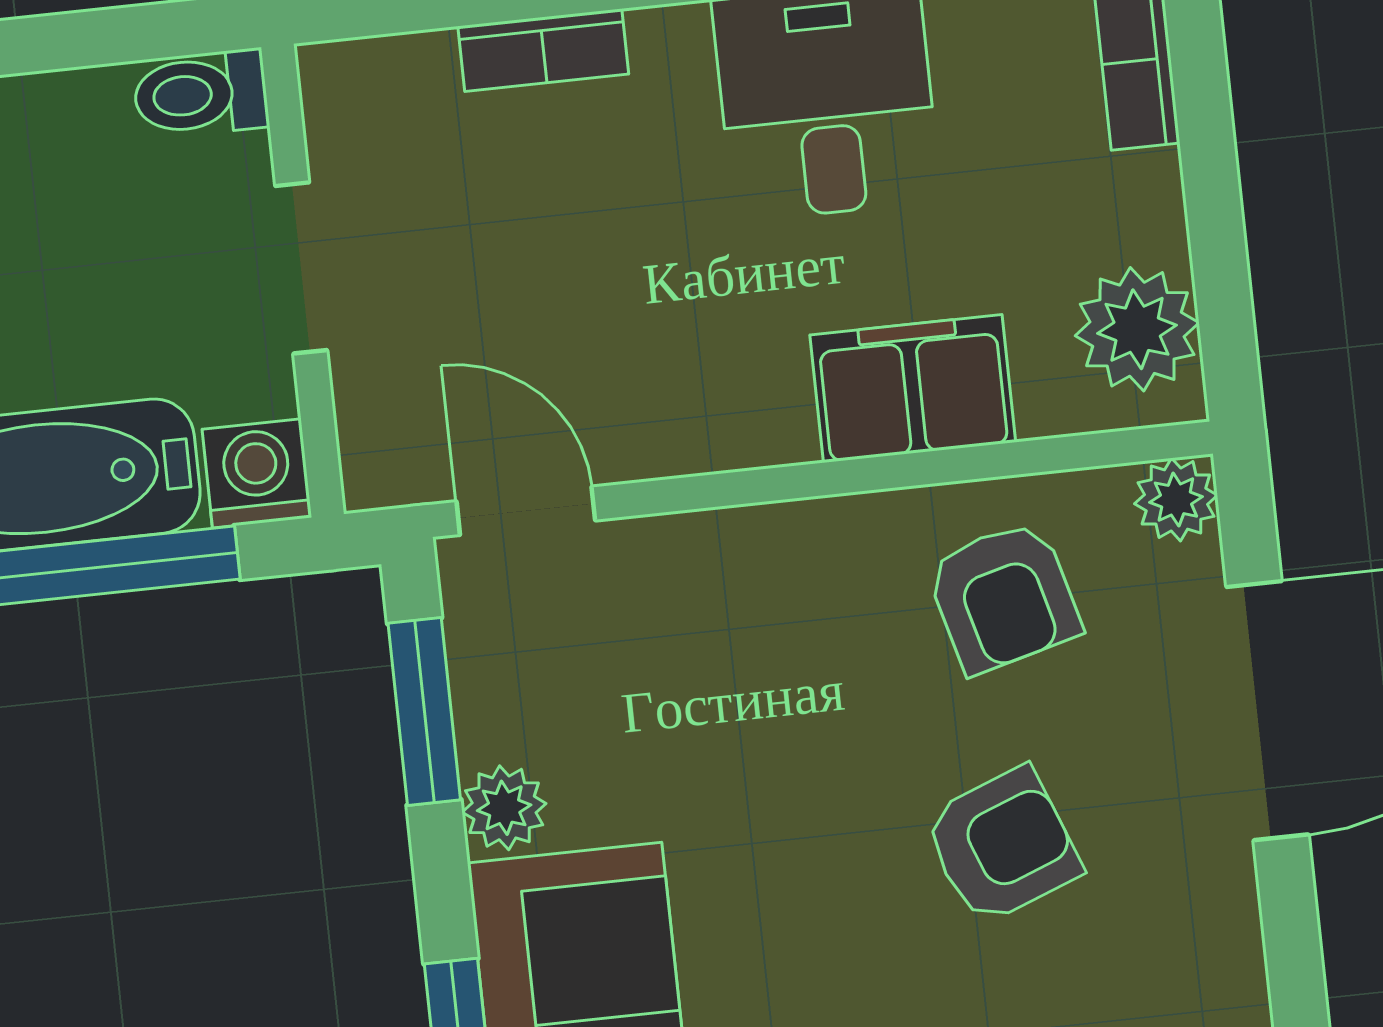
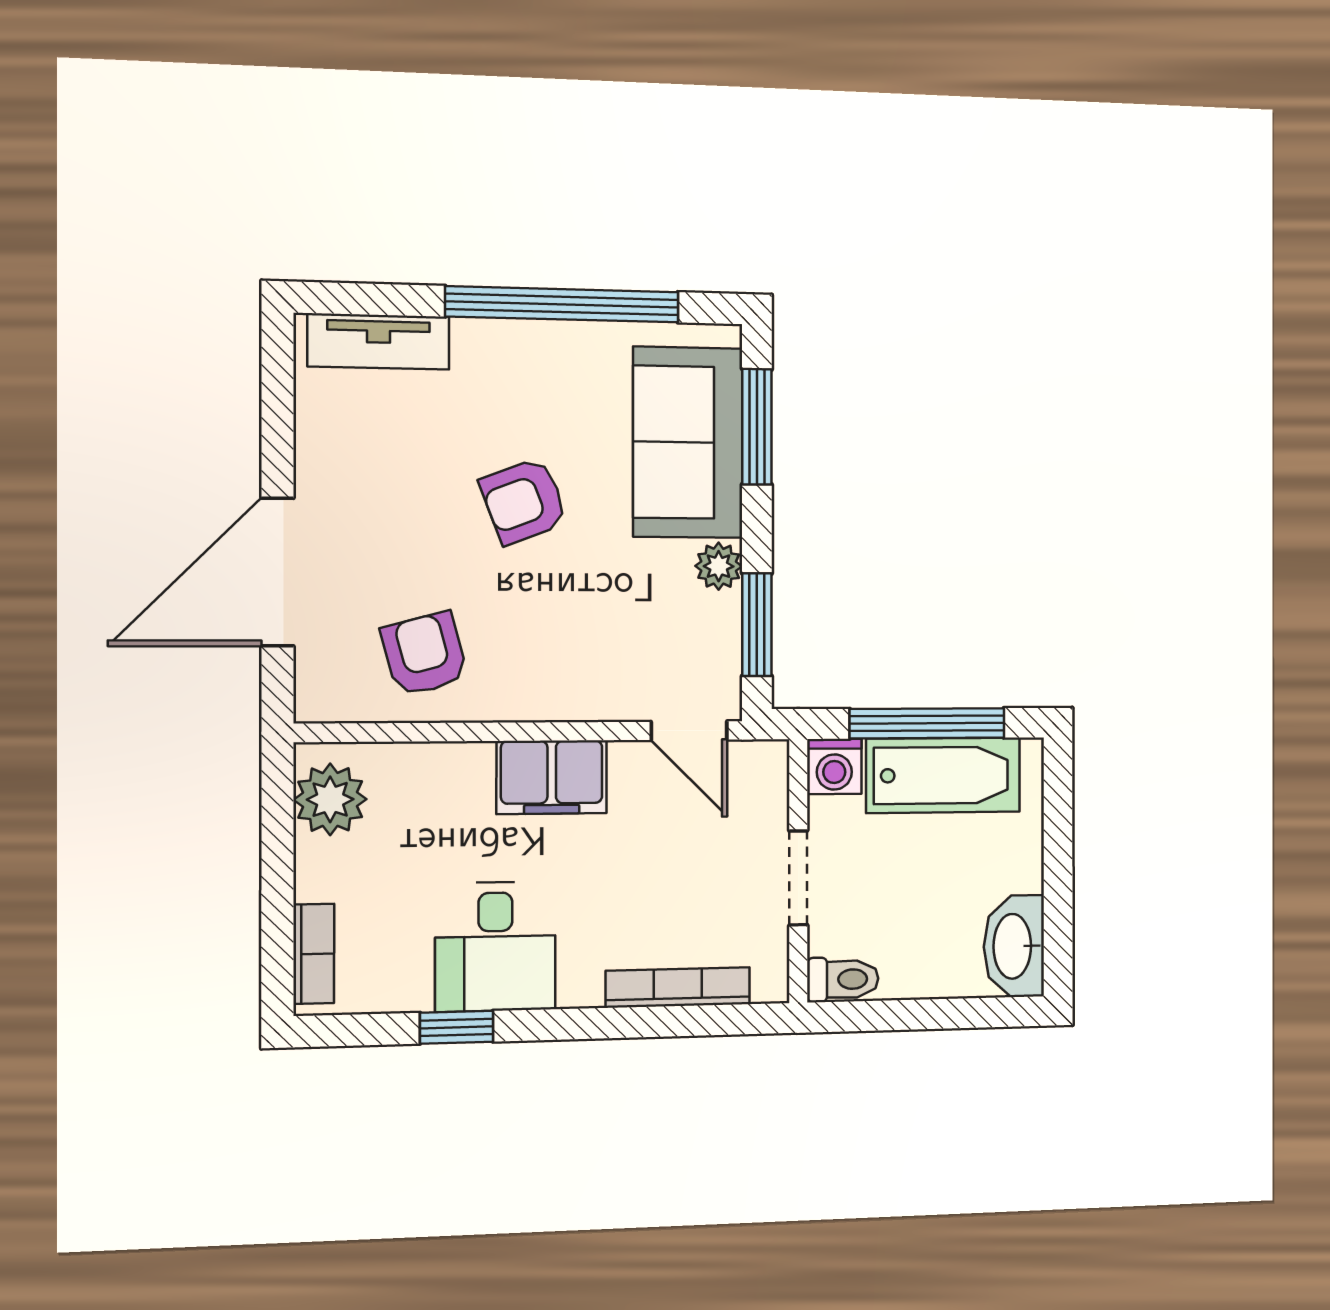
bookcase: (543, 50) -> (678, 987), width x1.56
filing cabinet: (913, 389) -> (552, 777), moved
plant: (1176, 500) -> (318, 699), removed
armchair: (1002, 845) -> (524, 501), moved

